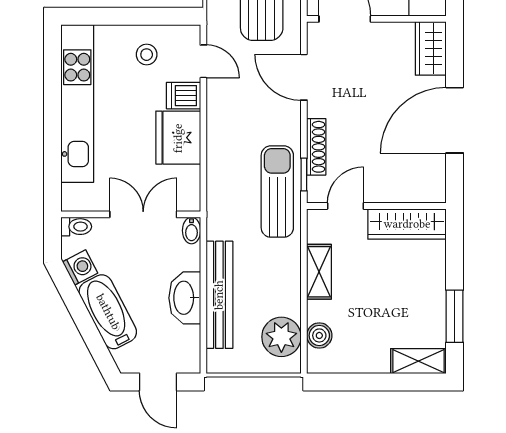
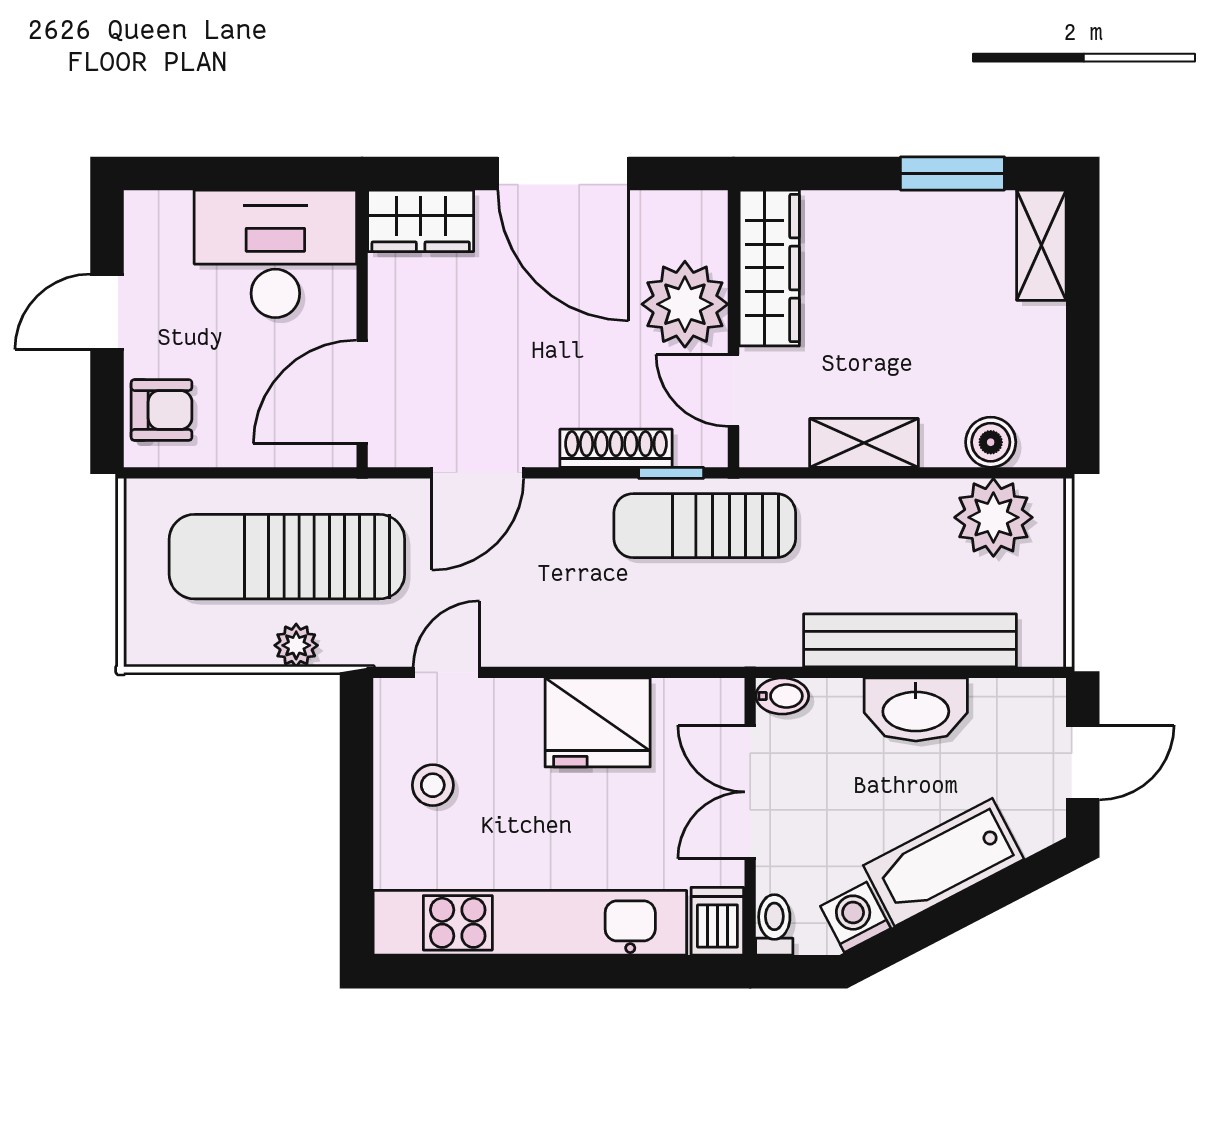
dishwasher: (183, 96) -> (717, 921), moved, turned 180
plant: (389, 182) -> (685, 304), added

